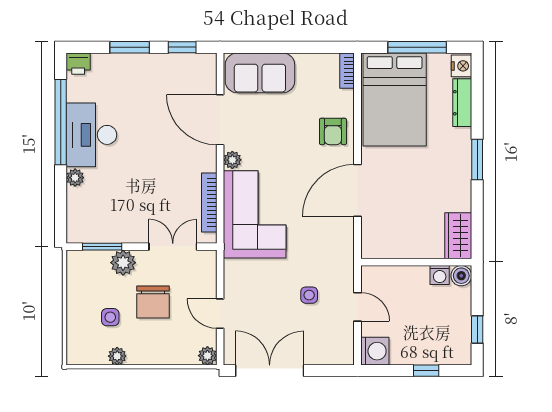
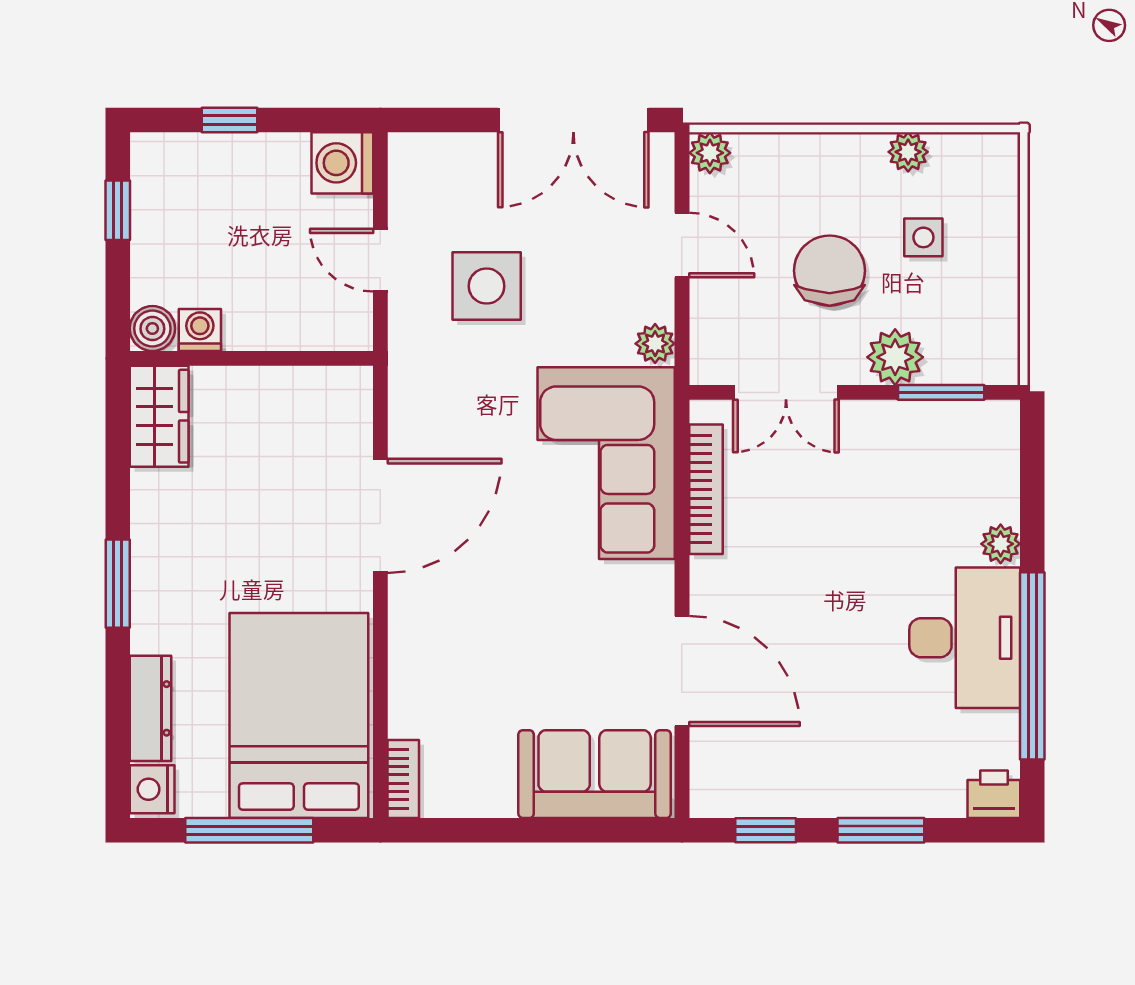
armchair: (333, 131) -> (434, 645), removed
plant: (232, 160) -> (655, 344), moved
side table: (309, 295) -> (487, 286), width x1.87, depth x1.87

